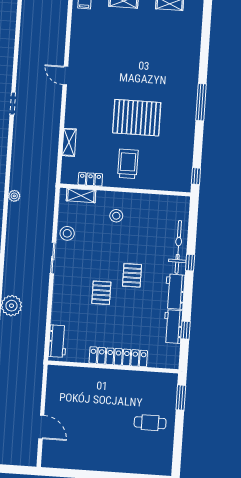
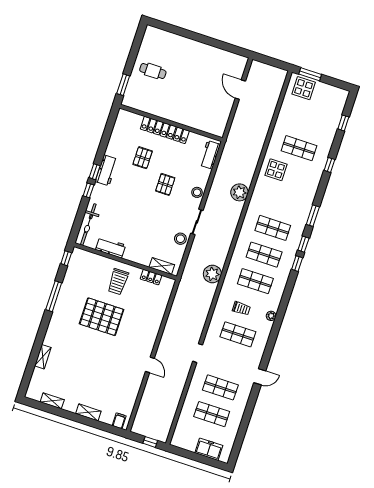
window: (201, 102) -> (54, 296), moved
shelving: (69, 142) -> (43, 357), moved
plant: (14, 196) -> (212, 274), width x1.87, depth x1.87
stool: (116, 216) -> (197, 192), moved
bicycle: (178, 247) -> (88, 225), moved
pallet: (132, 275) -> (143, 158), moved
workbench: (173, 327) -> (111, 247), moved, turned -90
window: (185, 330) -> (95, 172), moved

